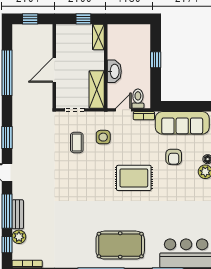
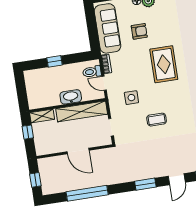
shelving: (97, 89) -> (82, 111), width x1.47
coffee table: (77, 143) -> (157, 120), moved

